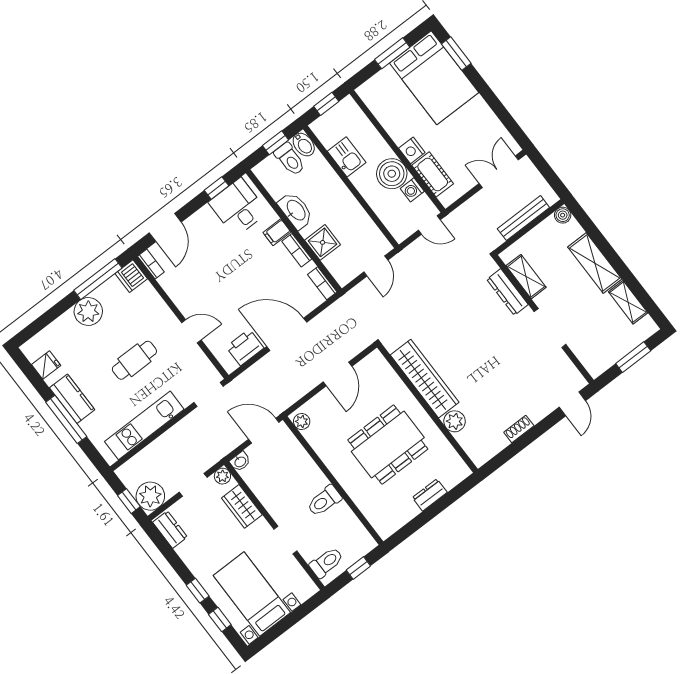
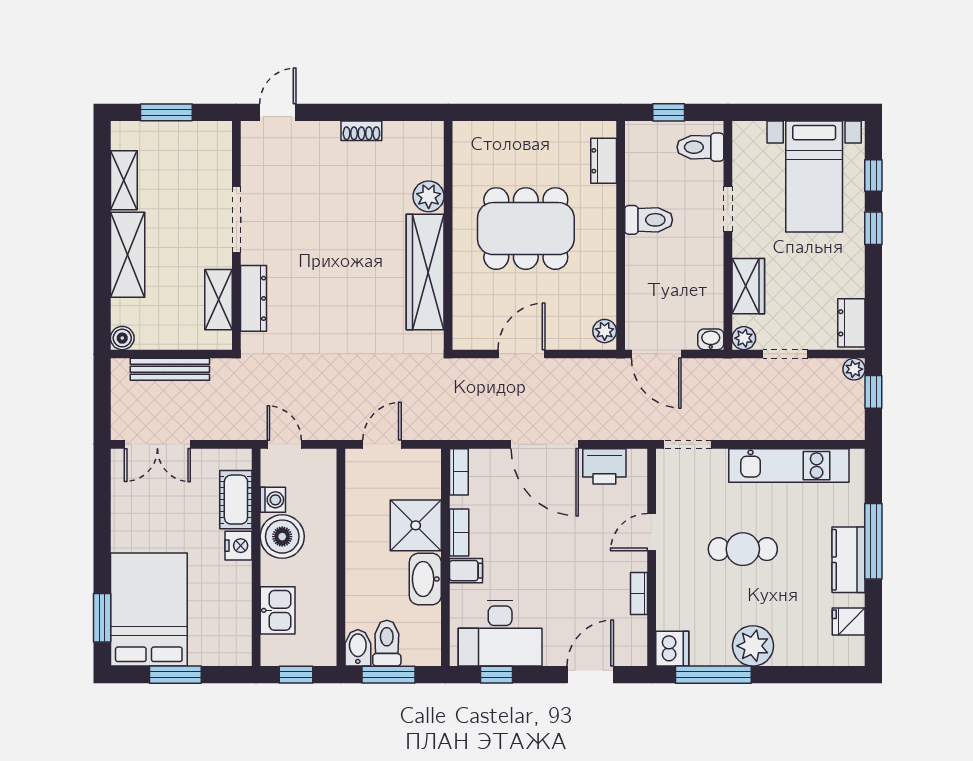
window: (276, 143) -> (389, 675), width x1.50
kitchen sink: (347, 157) -> (278, 610), moved, turned 180
desk: (238, 207) -> (500, 633), width x1.37
shower: (323, 242) -> (416, 525), width x1.36, depth x1.36
bookcase: (151, 264) -> (639, 593), moved
door: (191, 331) -> (652, 532), hinge flipped
dresser: (430, 495) -> (604, 161), moved, turned 90
plant: (150, 496) -> (854, 369), width x0.53, depth x0.53

